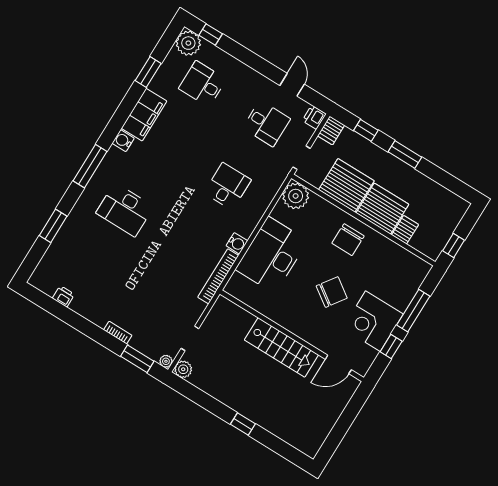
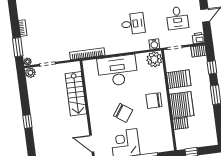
server rack: (346, 185) -> (179, 79), width x0.63
water cooler: (237, 243) -> (154, 44), moved
stairs: (281, 347) -> (76, 94), moved

